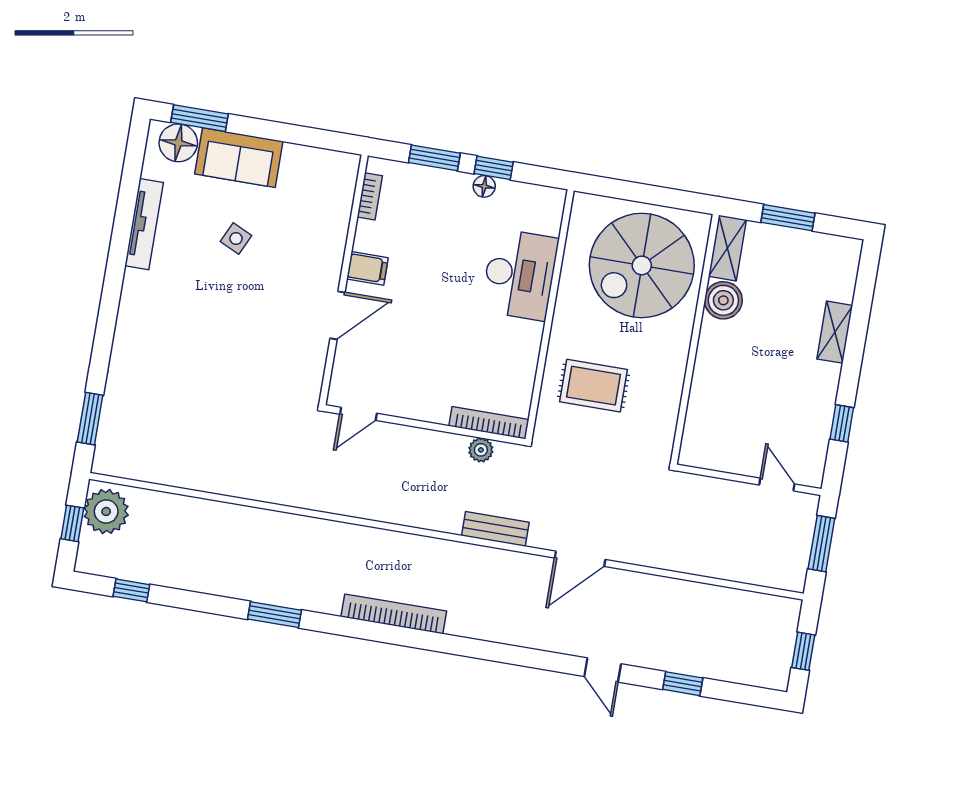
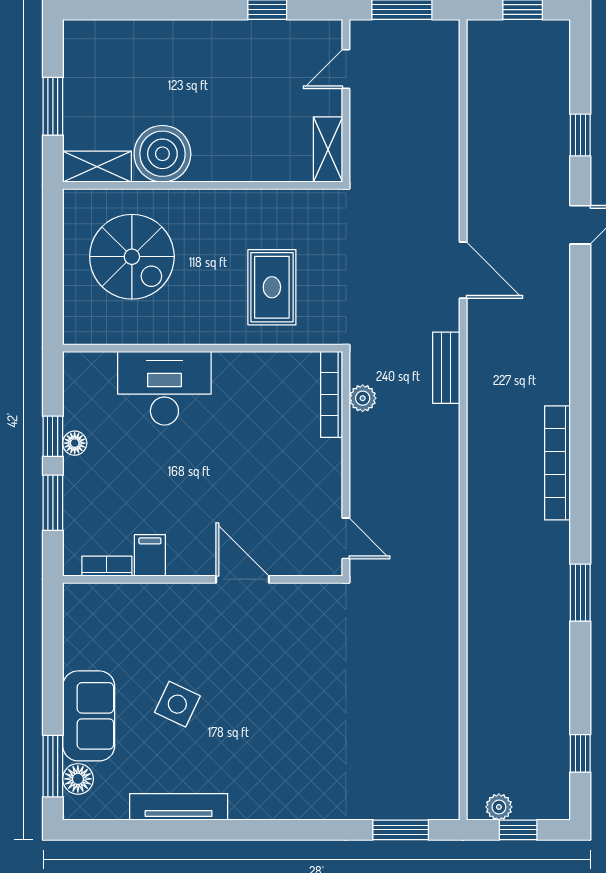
floor lamp: (178, 143) -> (78, 779), width x0.73, depth x0.73
side table: (236, 239) -> (177, 704), width x1.37, depth x1.37
spiral stairs: (642, 265) -> (132, 257), width x0.73, depth x0.73
filing cabinet: (367, 268) -> (150, 555), moved
boiler: (723, 300) -> (162, 154), width x1.37, depth x1.37
shelving: (835, 332) -> (328, 150), moved, turned 90
plant: (106, 511) -> (499, 807), width x0.53, depth x0.53

